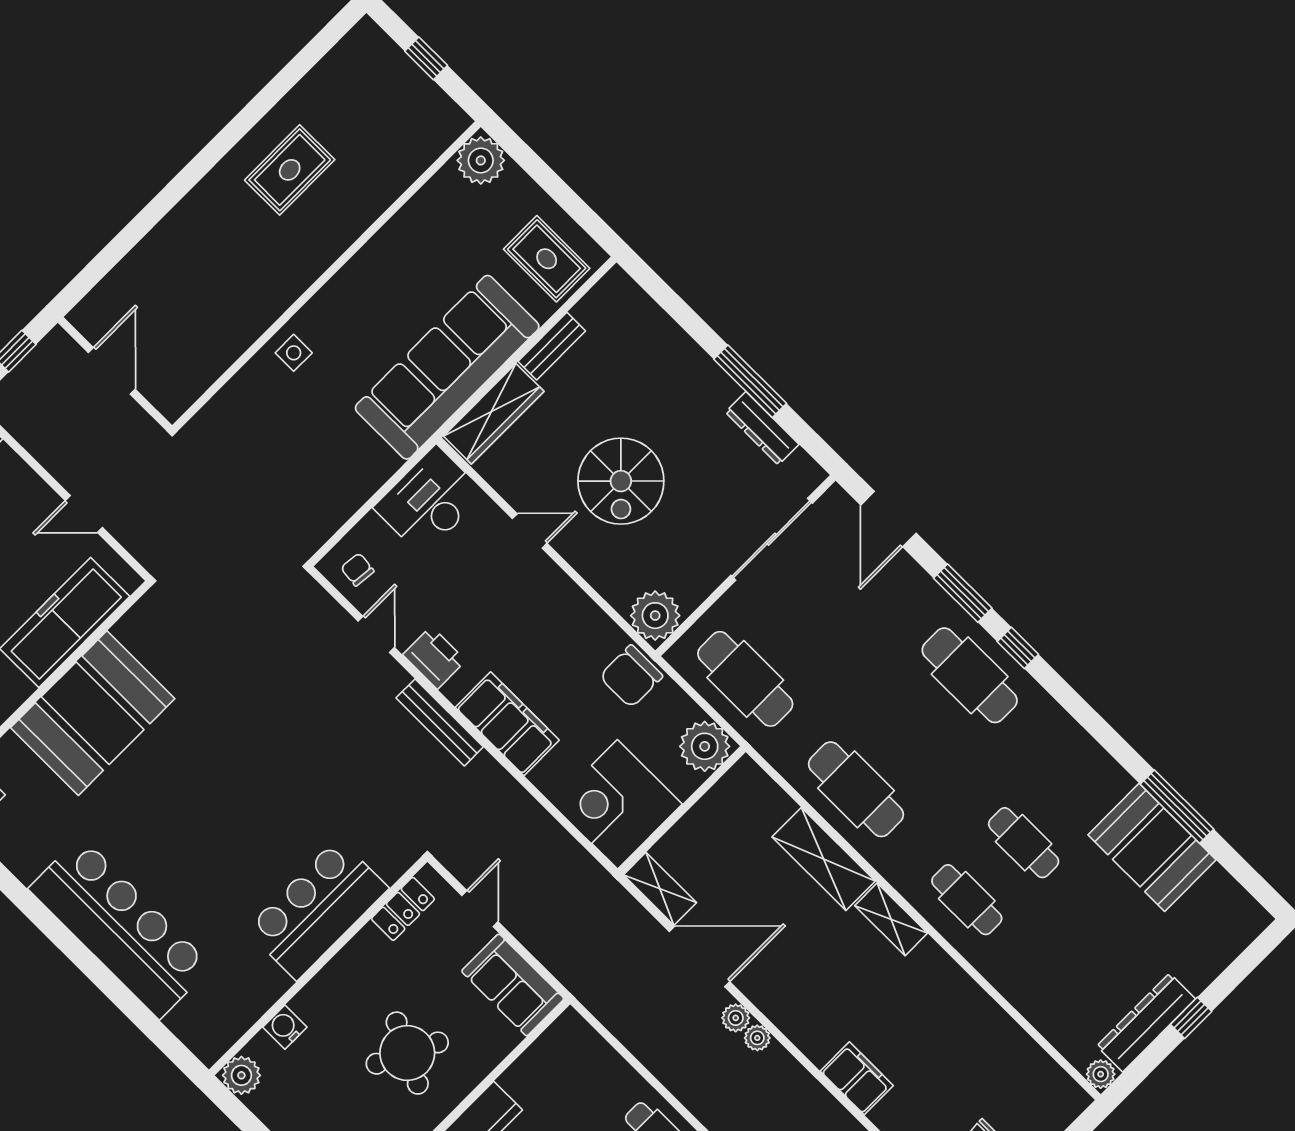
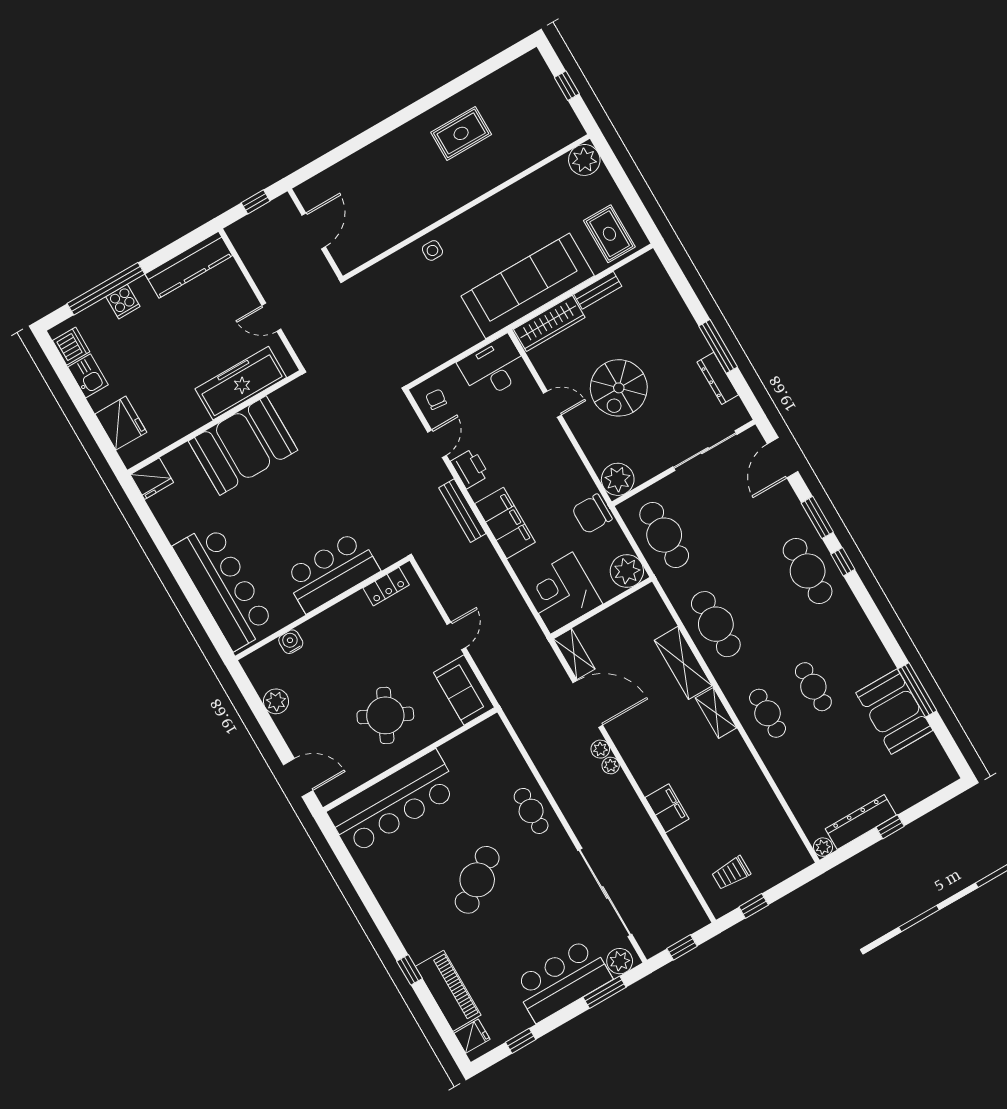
bar counter: (317, 909) -> (331, 572), moved
locker: (403, 909) -> (386, 587), moved
wall: (318, 966) -> (322, 608), moved
water cooler: (285, 1027) -> (291, 642), moved

